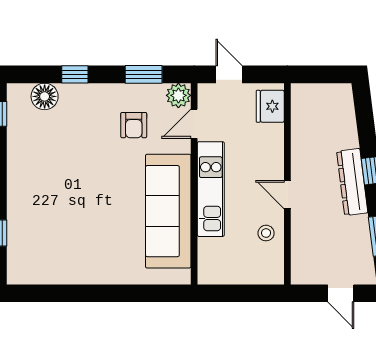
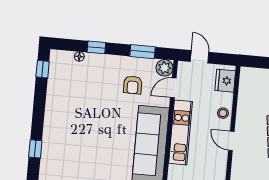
floor lamp: (45, 96) -> (79, 56), width x0.53, depth x0.53
stool: (266, 233) -> (223, 113), moved

